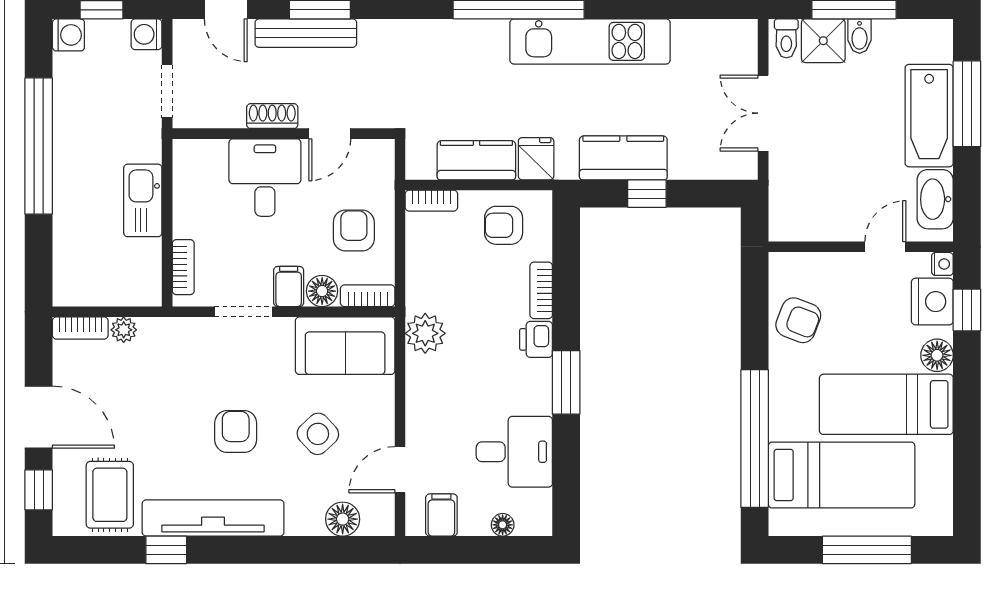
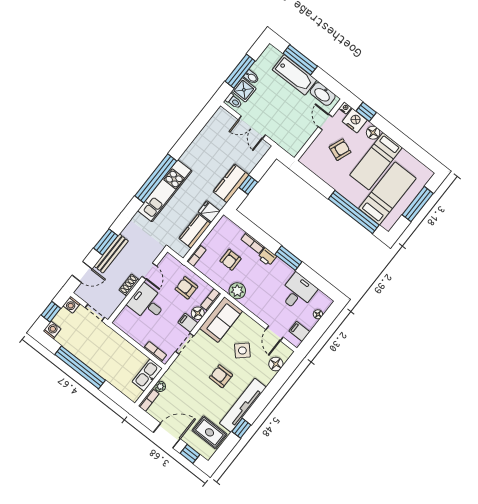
kitchen unit: (590, 41) -> (165, 191), moved
kitchen sink: (143, 200) -> (147, 375), moved, turned 90
armchair: (504, 225) -> (230, 260), moved
armchair: (798, 320) -> (340, 150), moved

